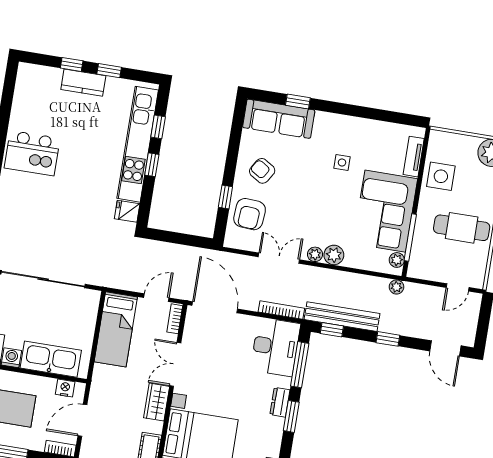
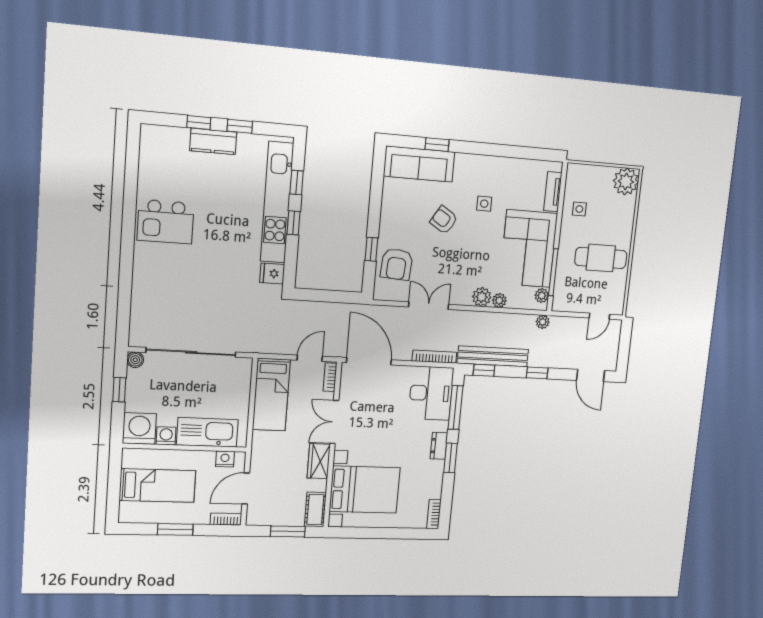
armchair: (262, 171) -> (444, 220), moved
side table: (441, 176) -> (579, 209), width x0.54, depth x0.54
plant: (315, 254) -> (499, 300), moved

